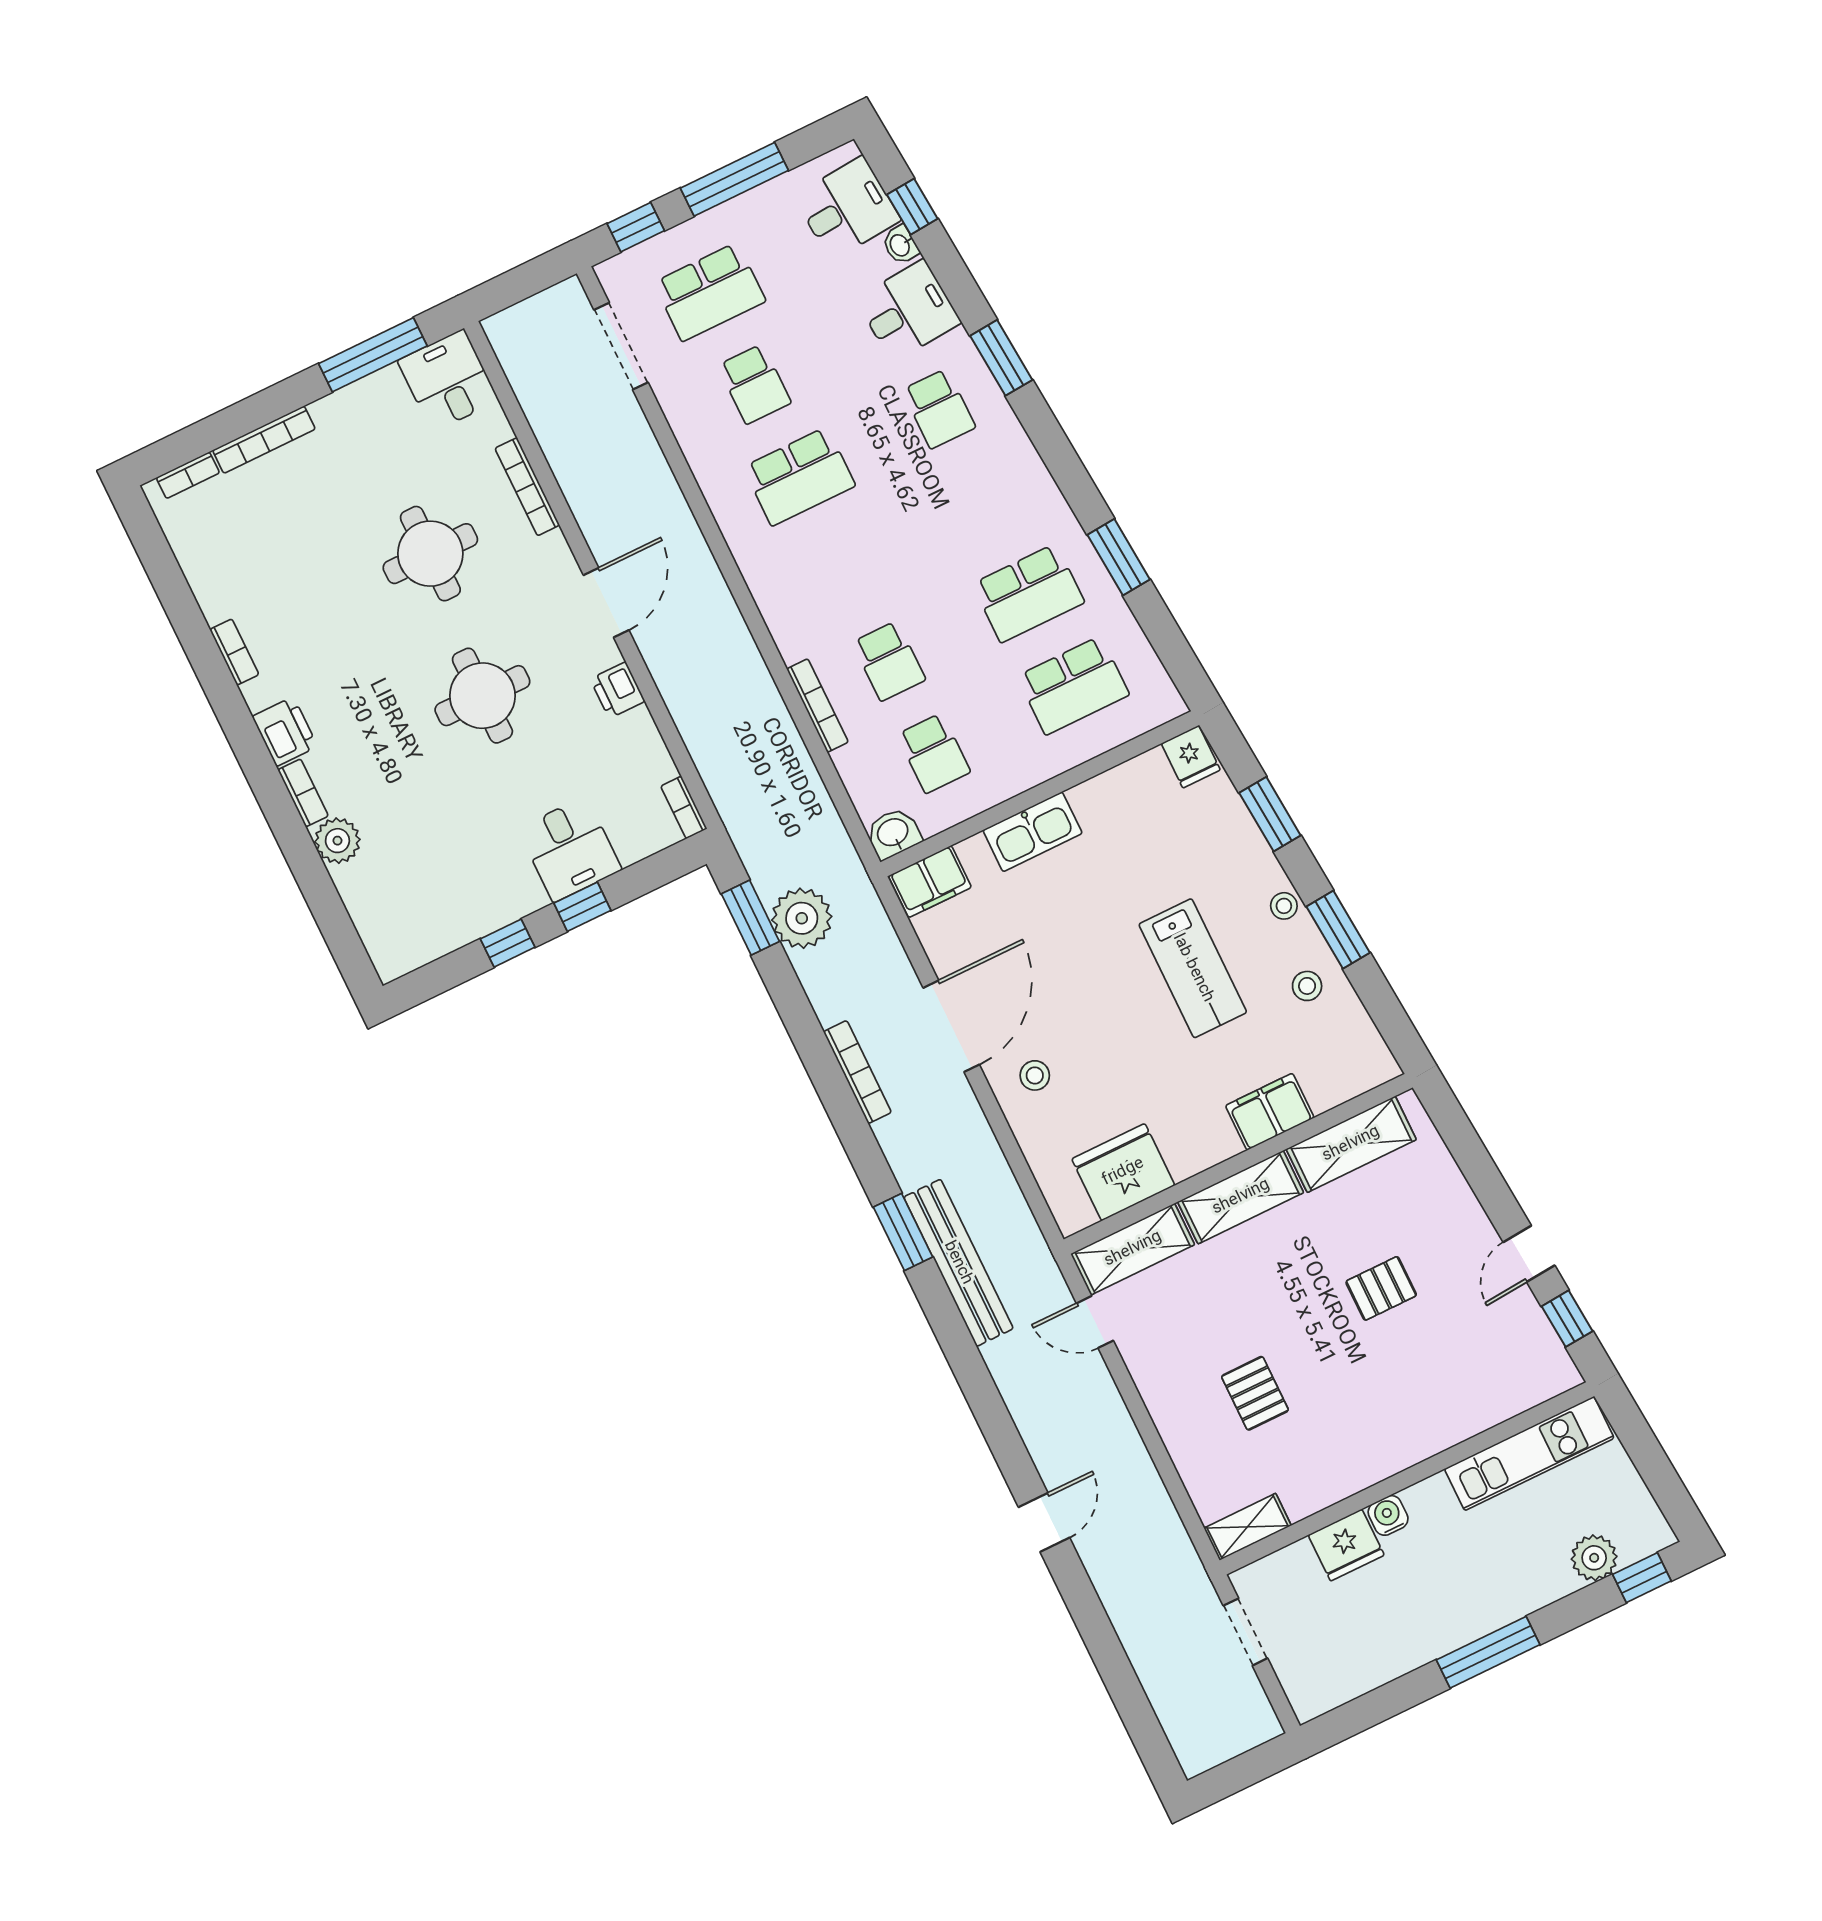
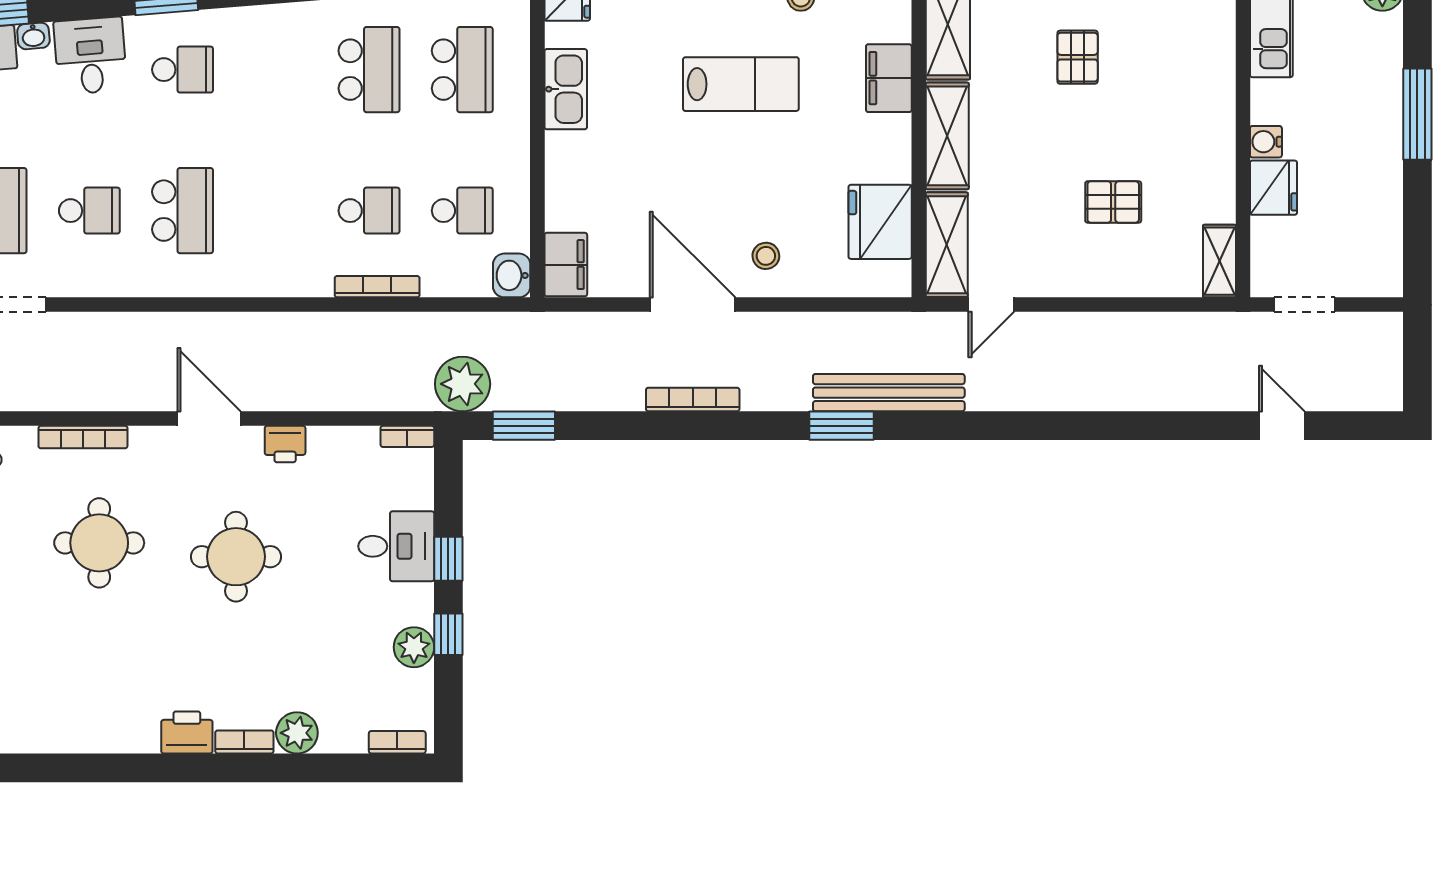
bookcase: (234, 652) -> (397, 742), moved
kitchen sink: (1033, 832) -> (566, 89), moved
plant: (478, 915) -> (414, 647), added
plant: (802, 918) -> (463, 384), moved
door: (1044, 1522) -> (1282, 426), moved

